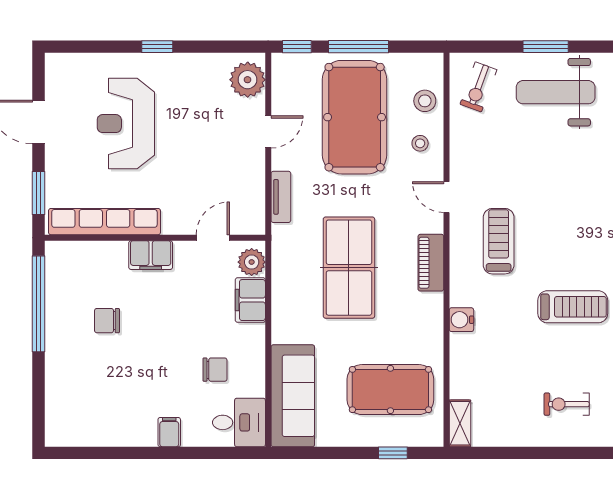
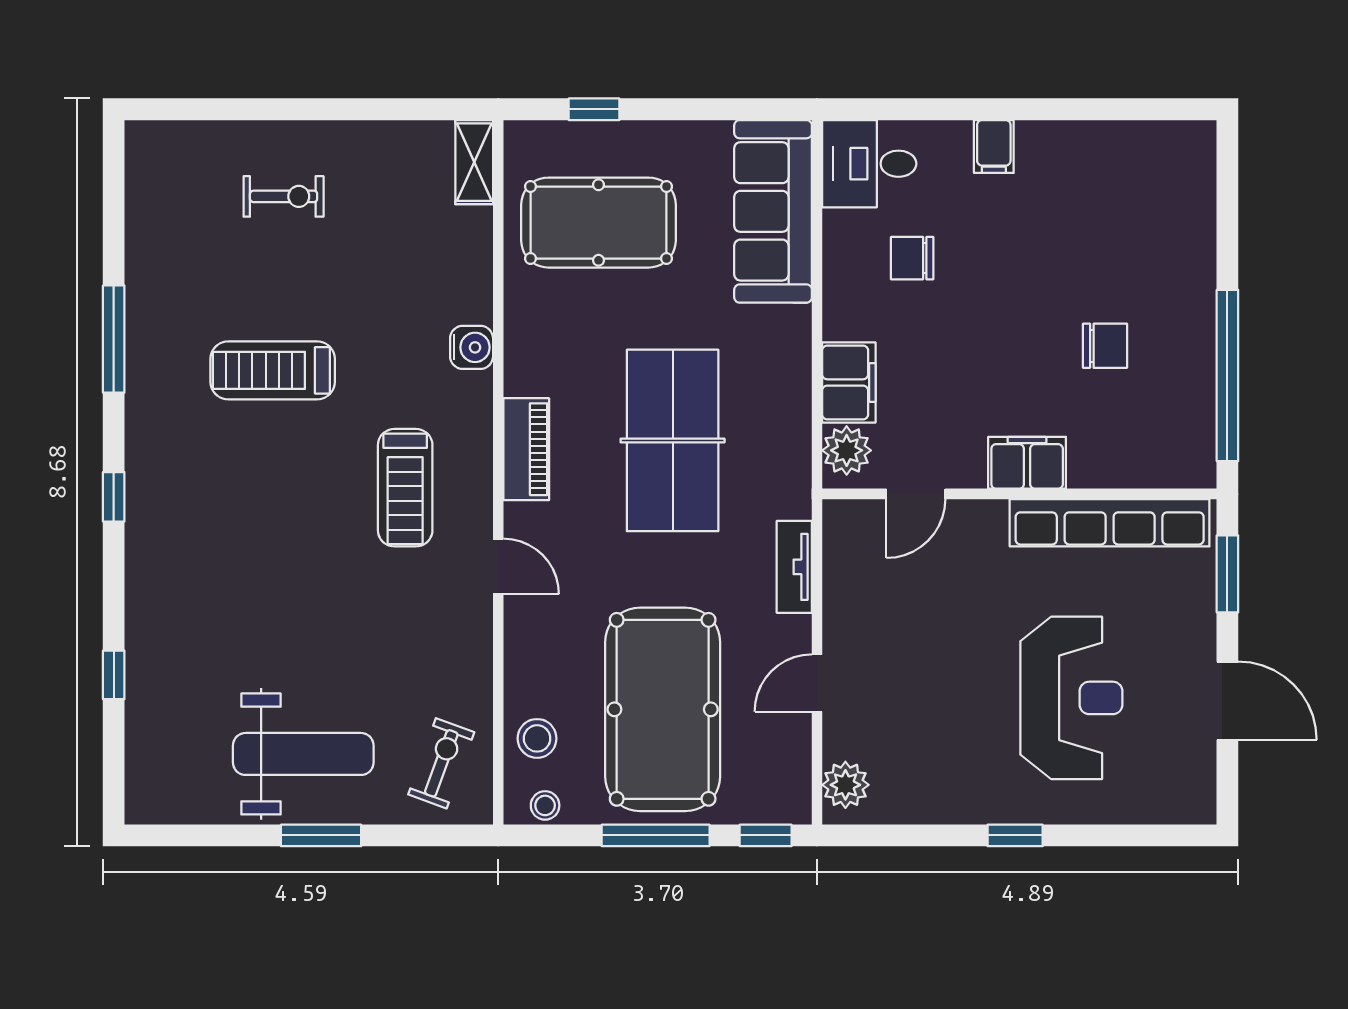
plant: (248, 80) -> (845, 785), width x0.73, depth x0.73
stool: (420, 143) -> (545, 805), moved

